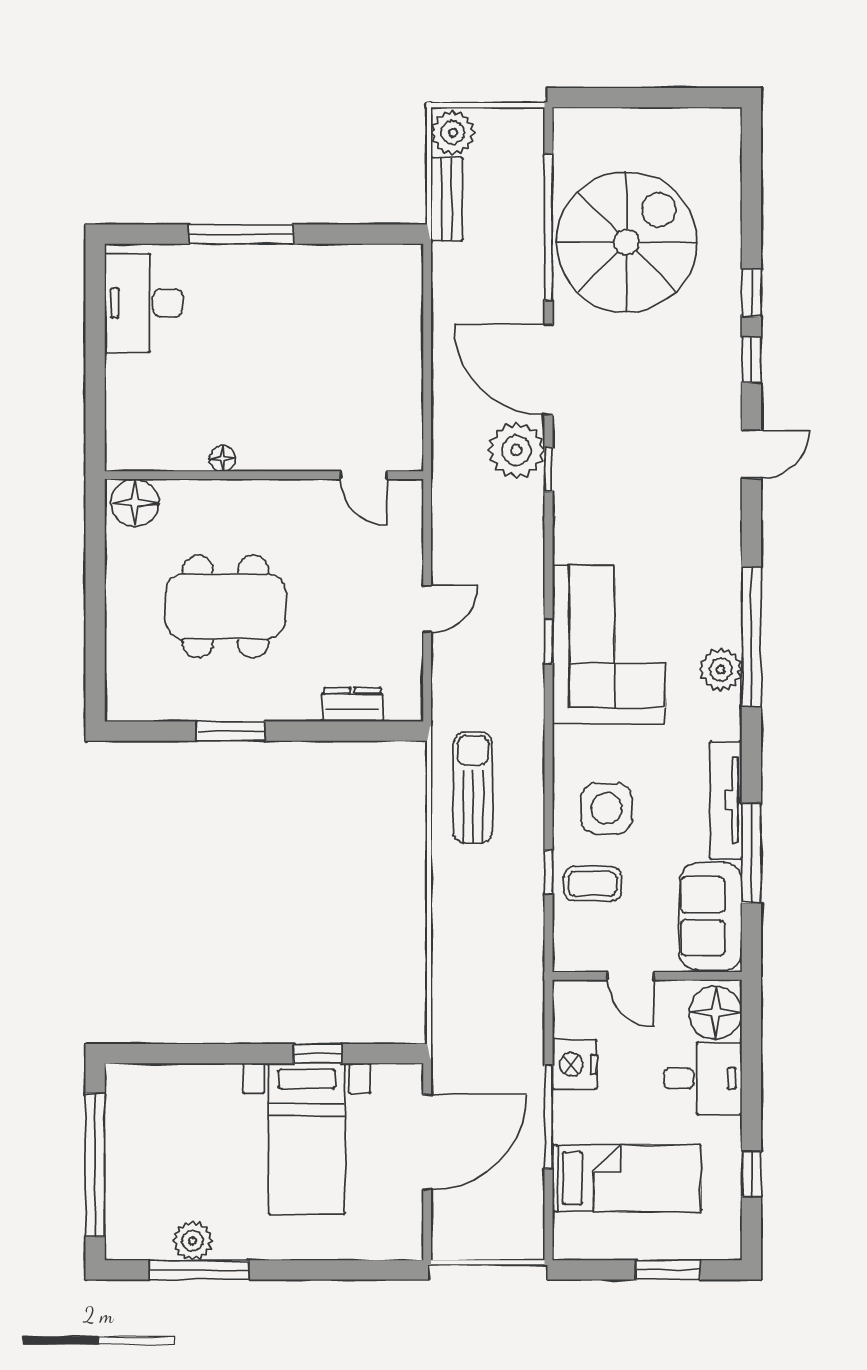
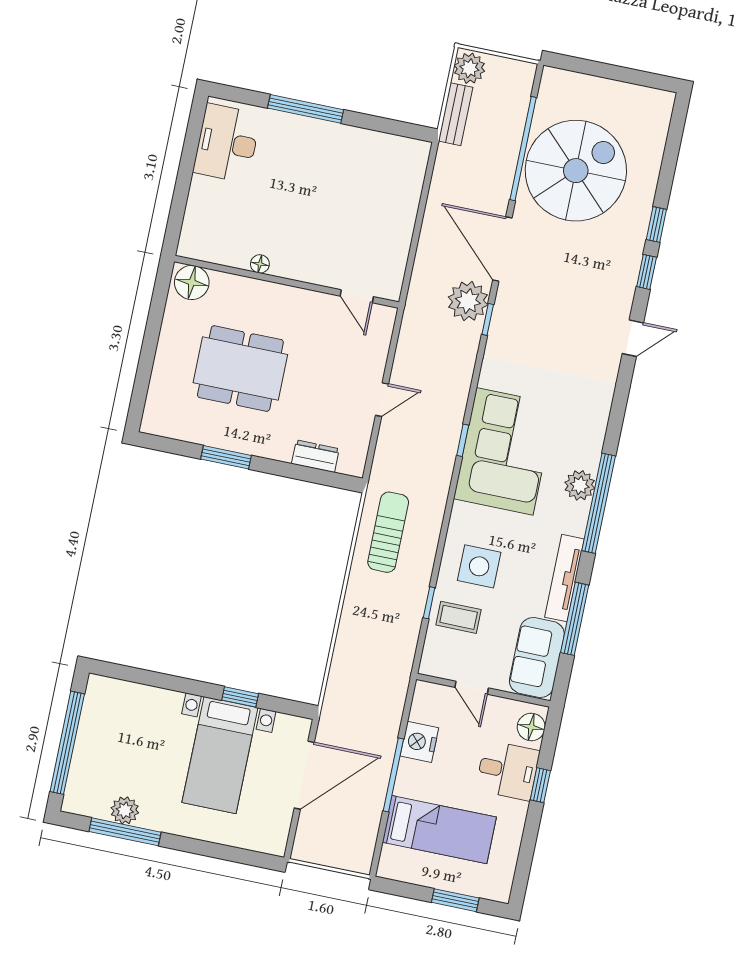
window: (751, 637) -> (599, 503), moved
floor lamp: (715, 1013) -> (531, 727), width x0.73, depth x0.73
window: (751, 1174) -> (540, 785), moved

